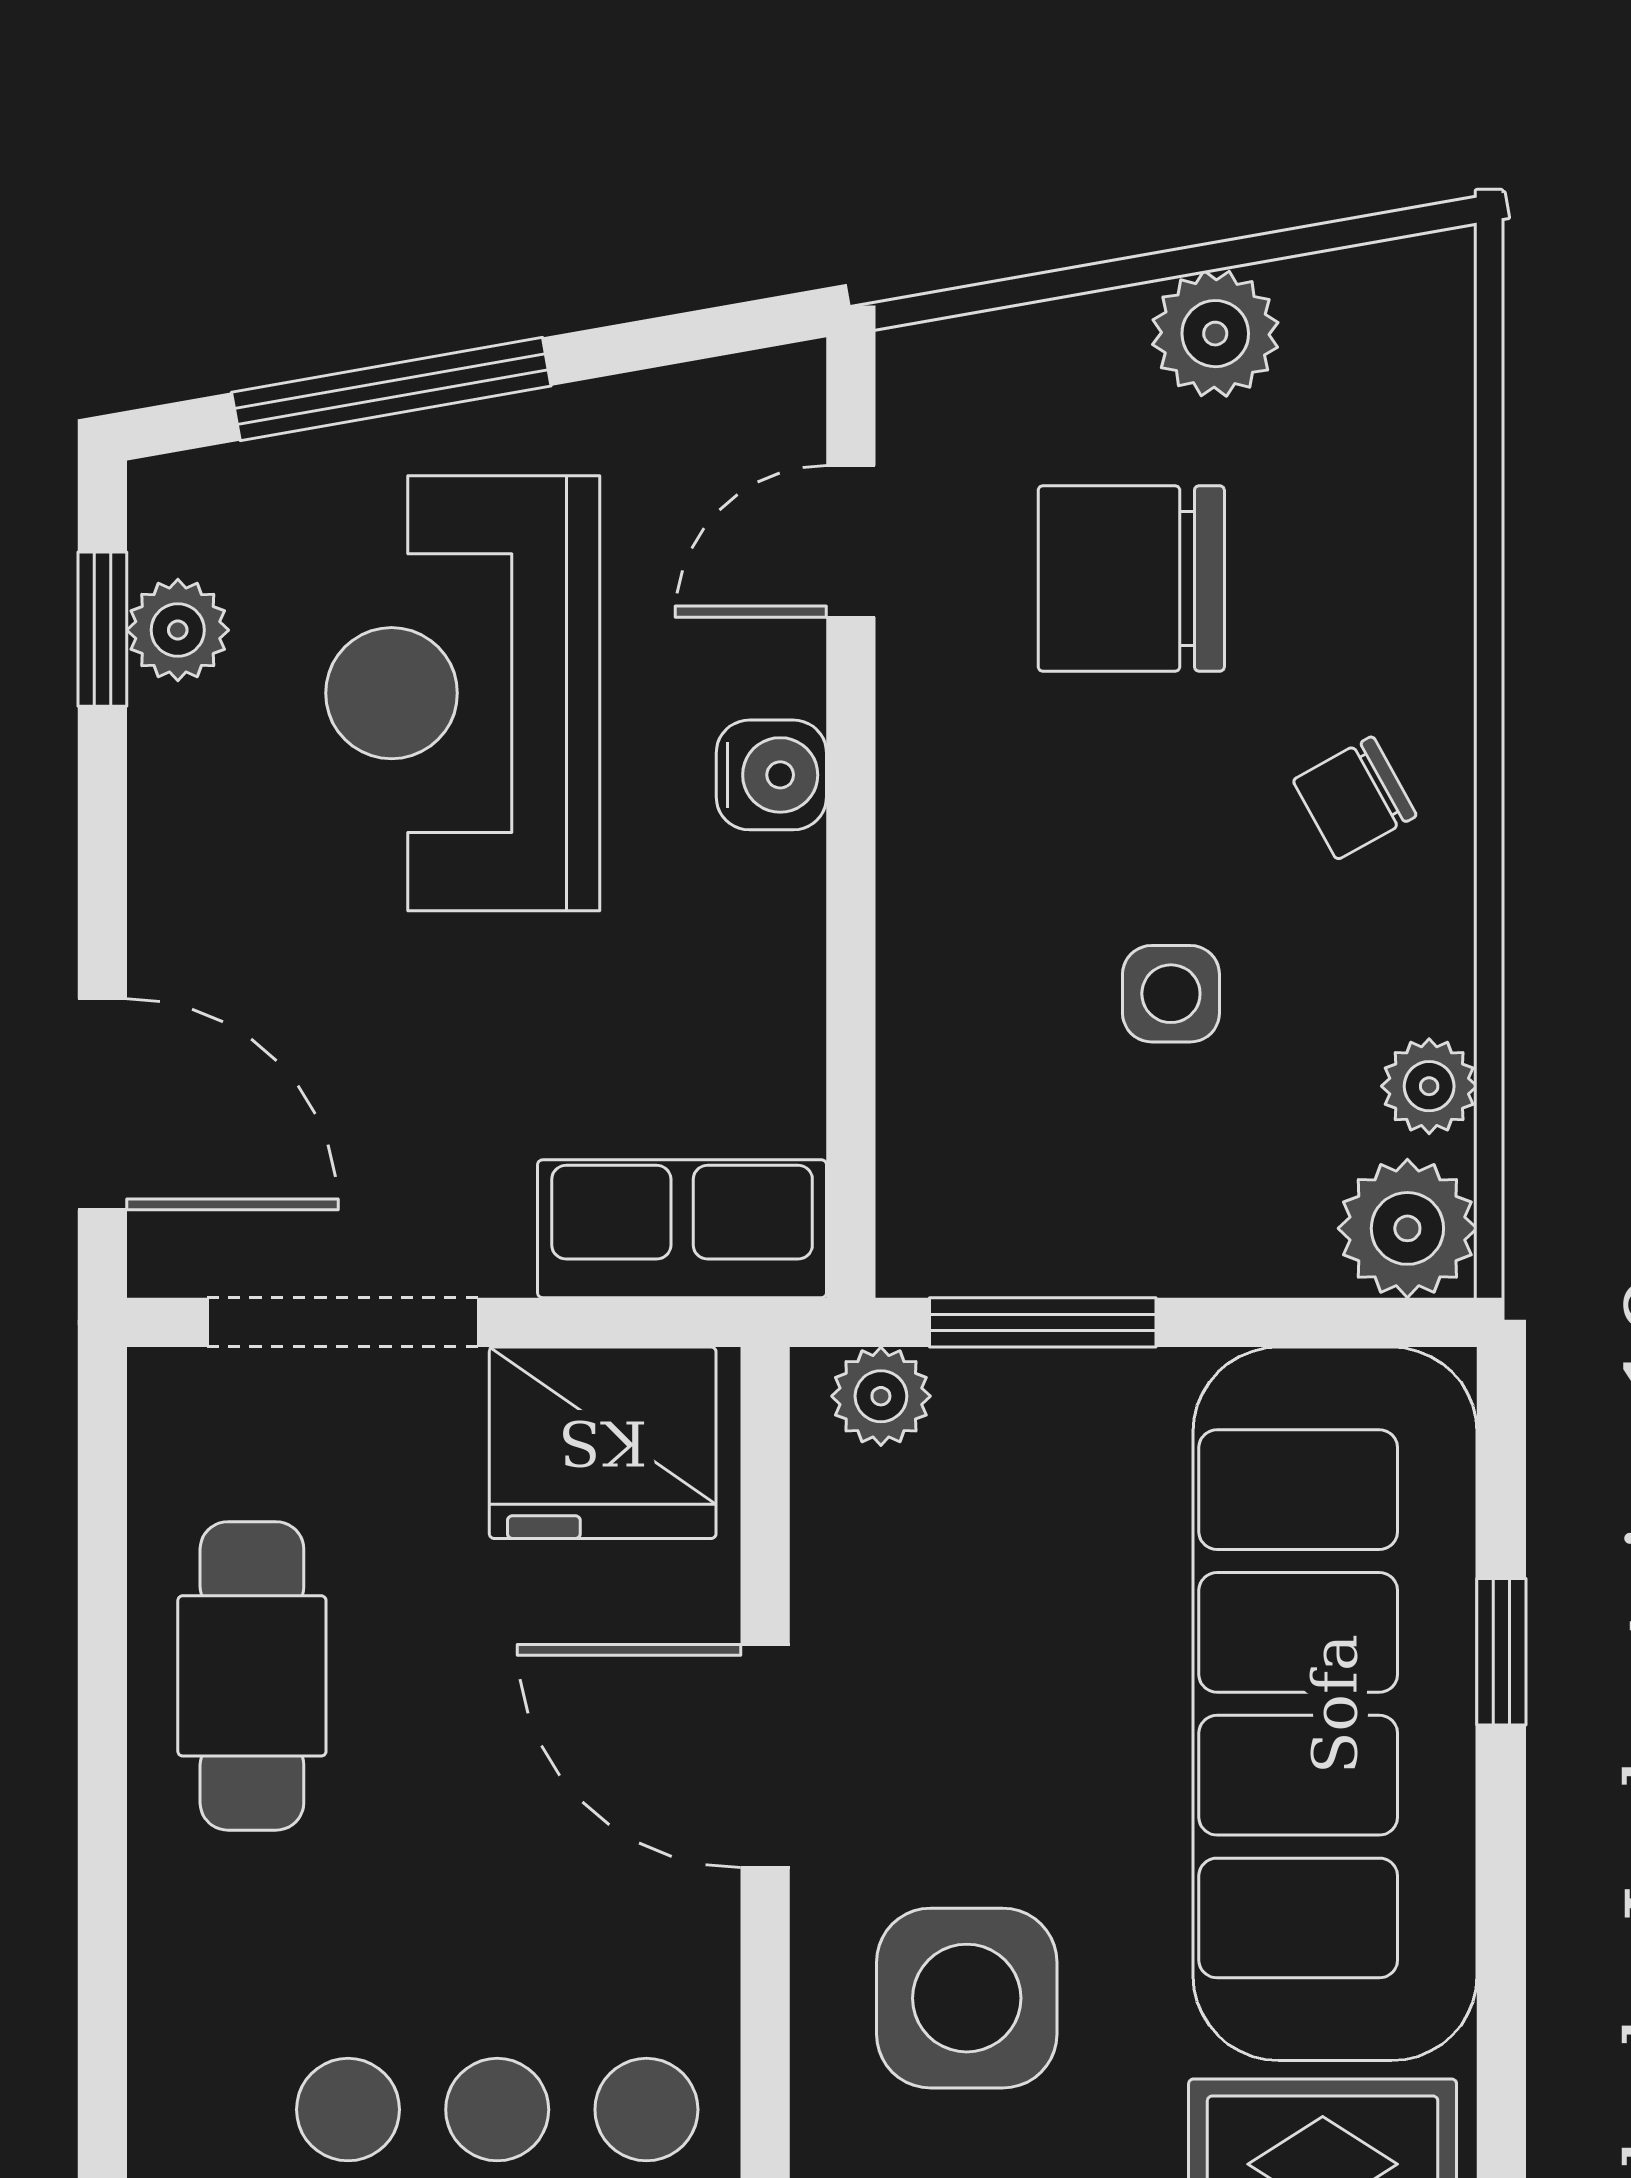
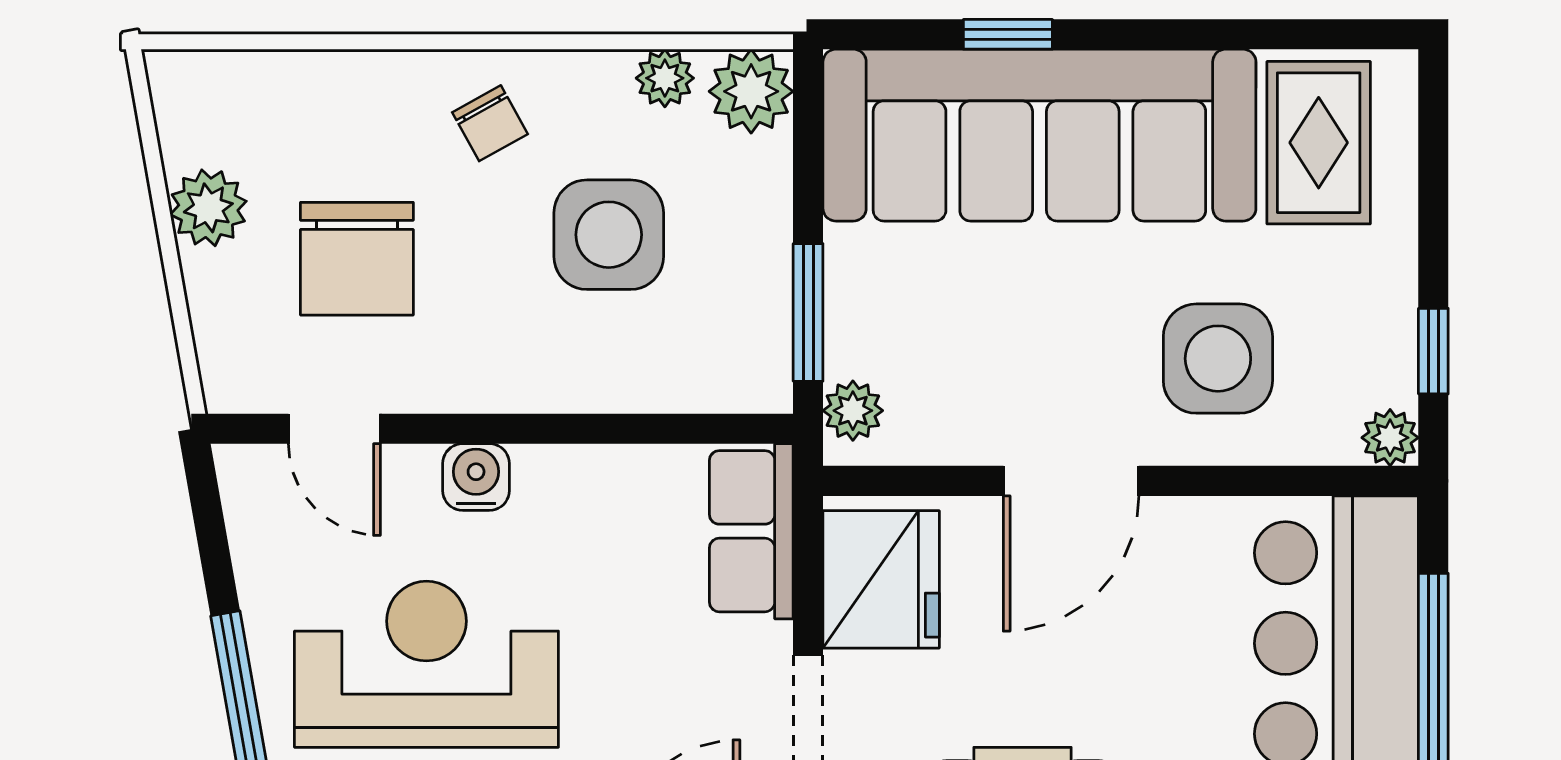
reception desk: (463, 693) -> (426, 664), turned 180
side table: (1171, 994) -> (609, 235), width x1.87, depth x1.87

